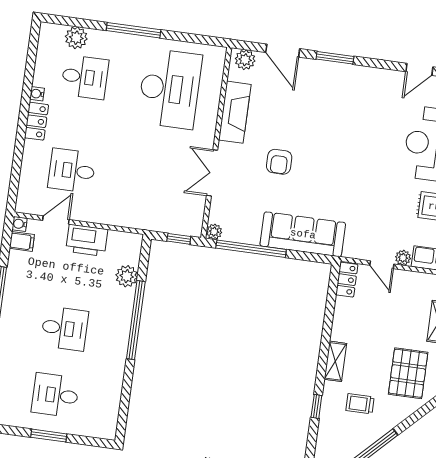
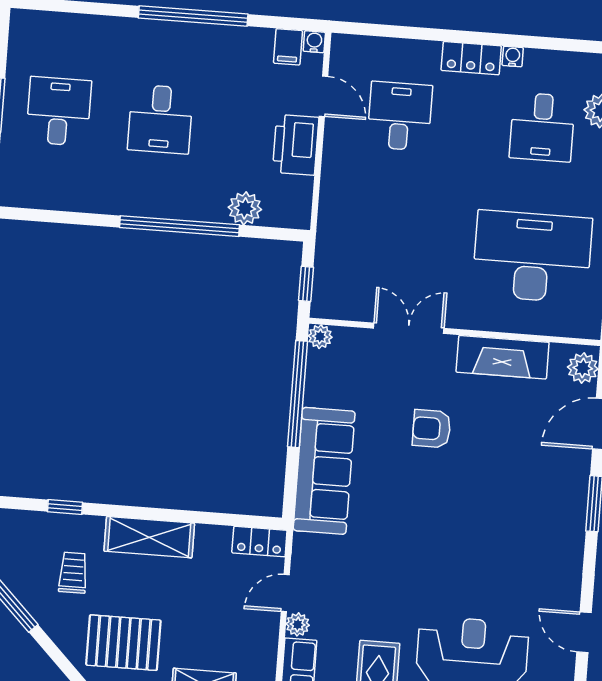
desk: (170, 89) -> (532, 257), turned 180
shelving: (335, 361) -> (149, 537), width x1.50, depth x1.33

